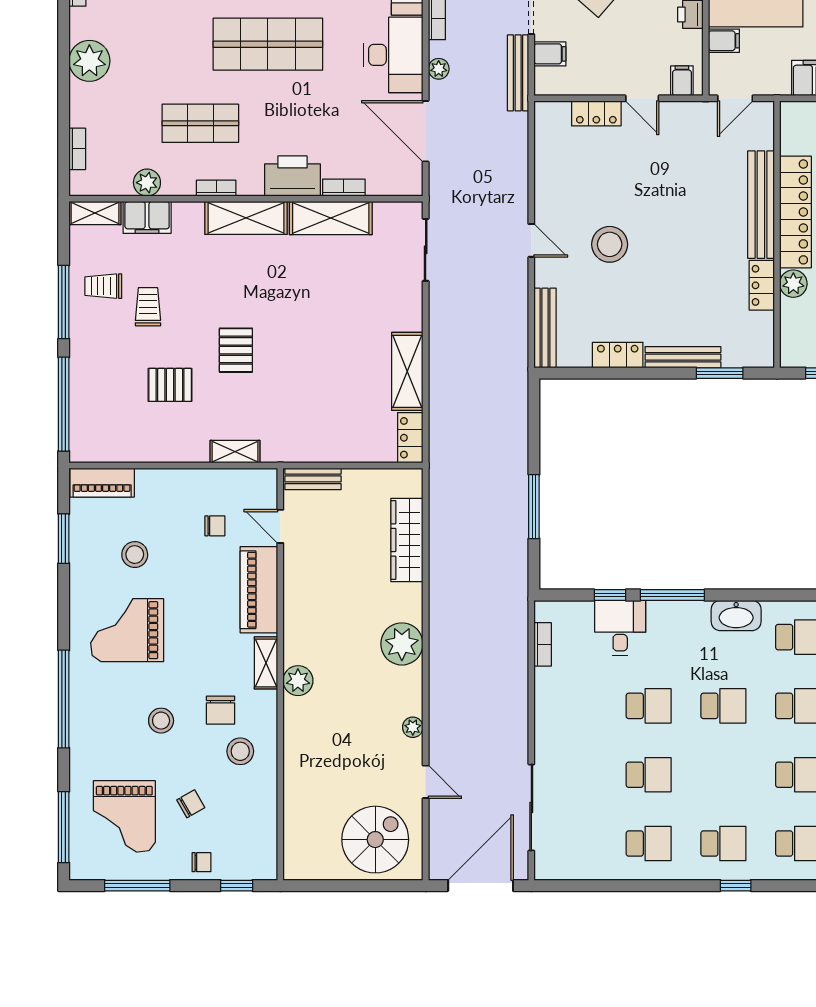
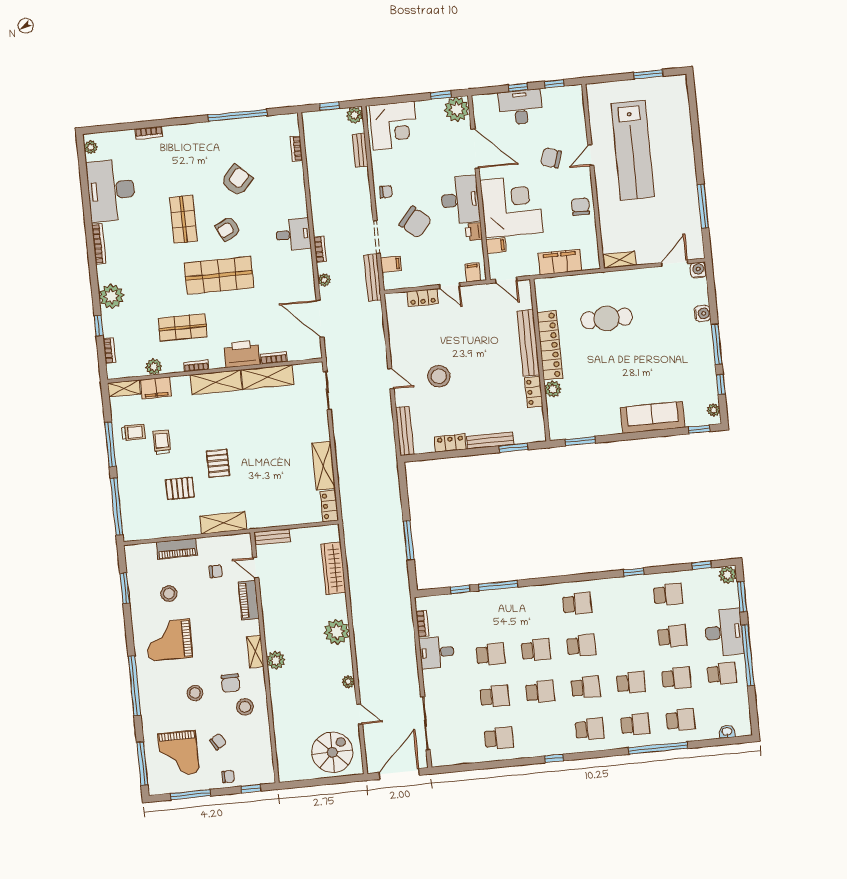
desk: (393, 55) -> (296, 274), removed
door: (735, 98) -> (506, 280), hinge flipped
window: (64, 106) -> (99, 326), added
trolley: (103, 286) -> (133, 432), turned 180
shelving: (235, 452) -> (223, 523), width x1.50, depth x1.33
piano: (102, 483) -> (177, 549), moved
piano: (259, 590) -> (249, 600), width x0.73, depth x0.75
washbasin: (736, 615) -> (538, 594), removed
desk: (620, 628) -> (437, 652), moved, turned -90
school desk: (723, 843) -> (540, 692), moved

